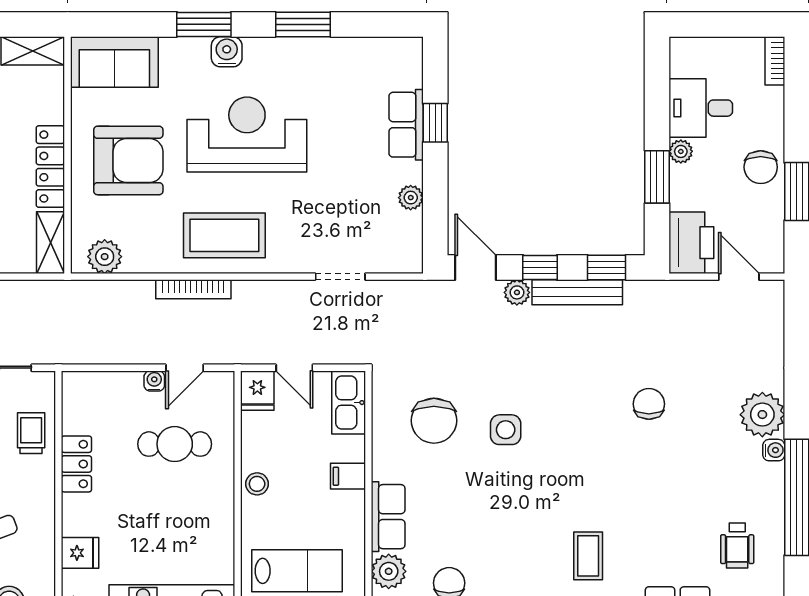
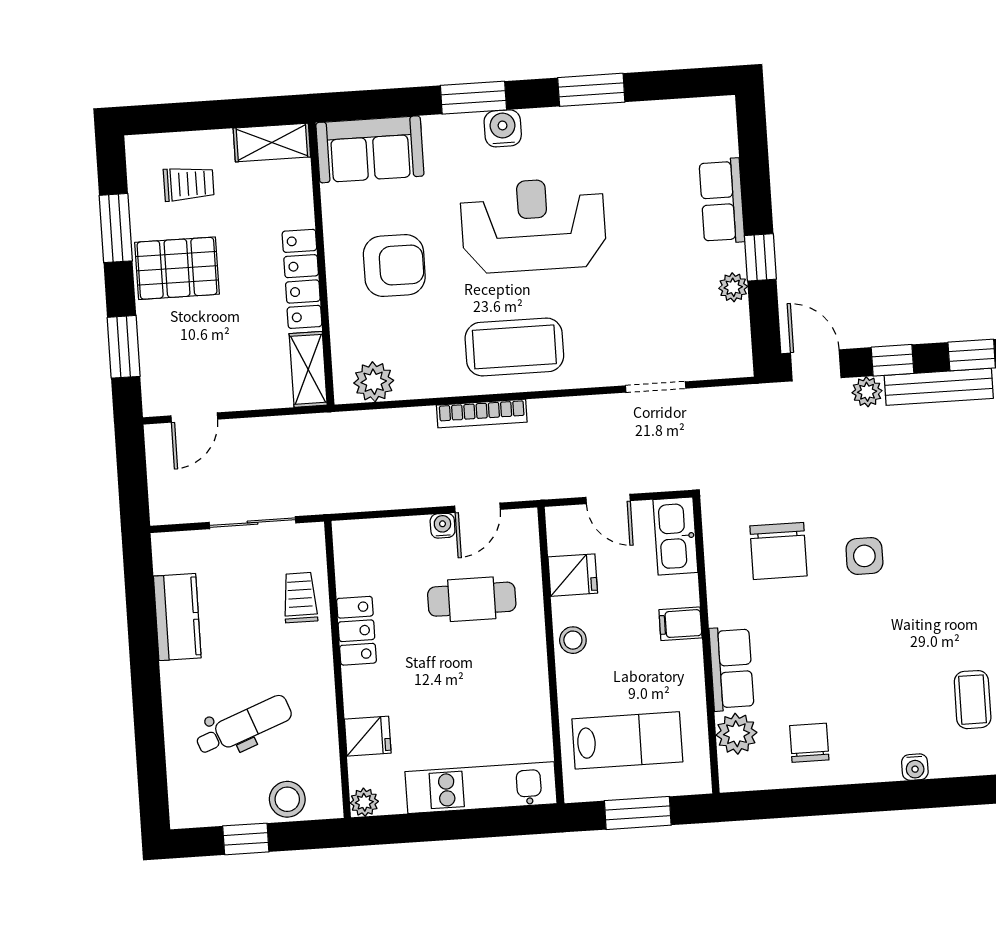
window: (435, 123) -> (760, 257), moved
armchair: (128, 160) -> (394, 265), width x0.73, depth x0.73
fridge: (257, 391) -> (573, 575), moved, turned -90

